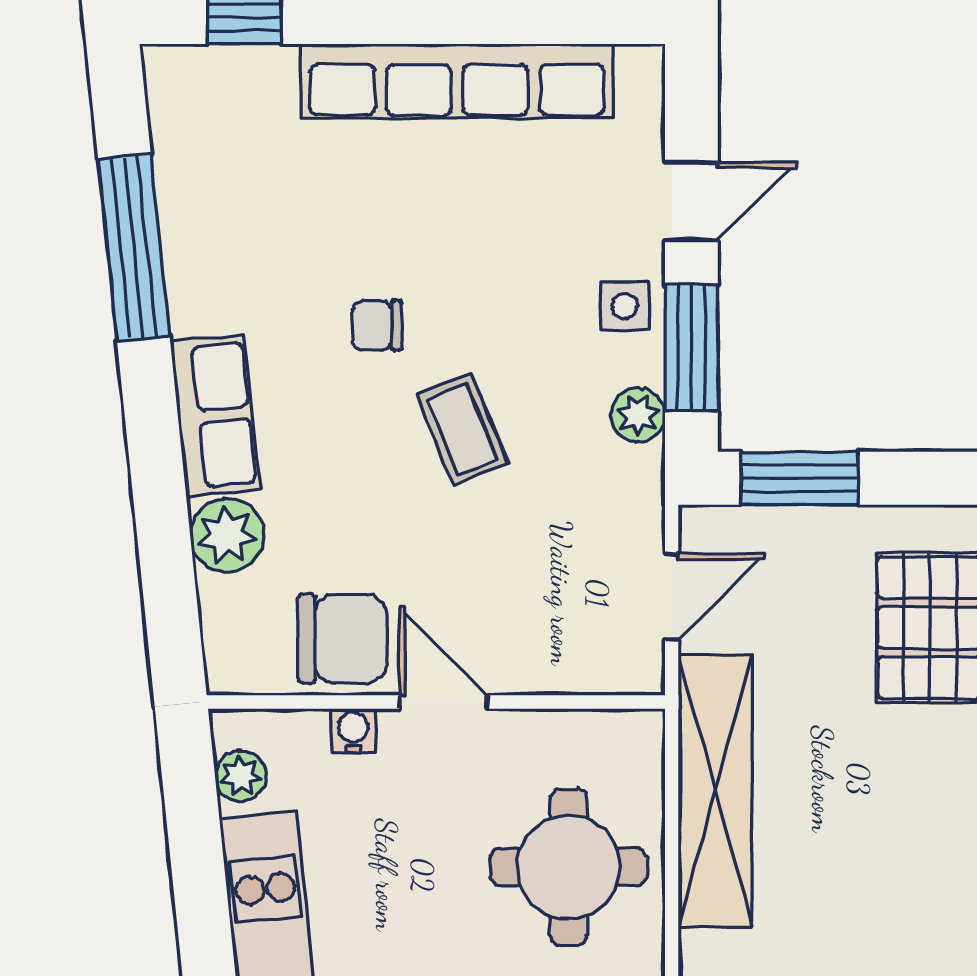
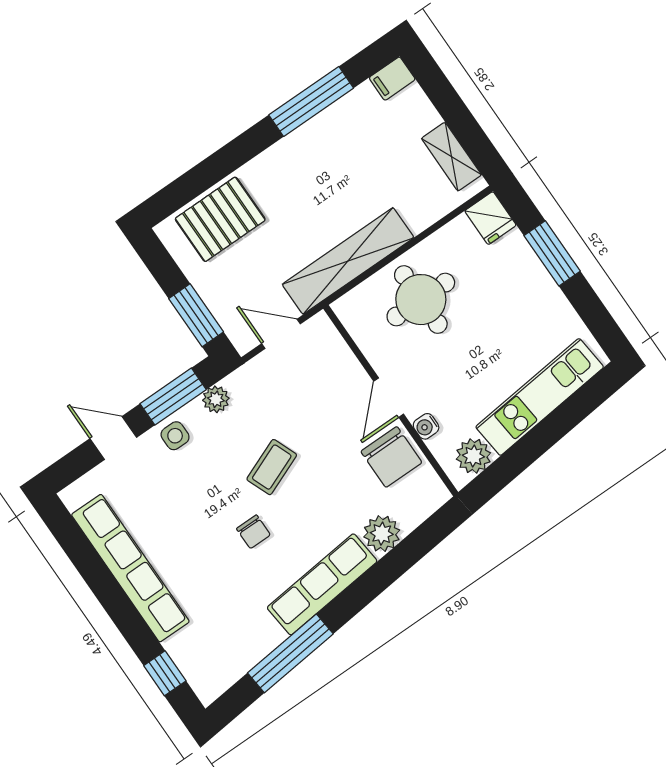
row of seats: (215, 416) -> (322, 584), width x1.48
chair: (342, 639) -> (391, 457), turned 180
plant: (241, 776) -> (473, 456), width x1.38, depth x1.38

